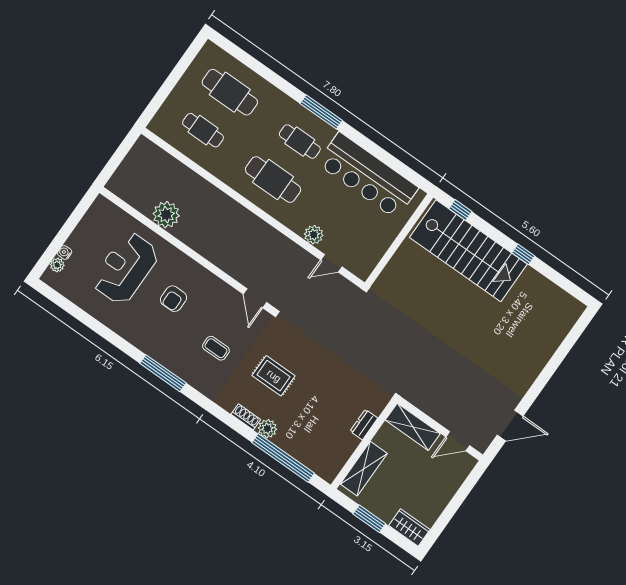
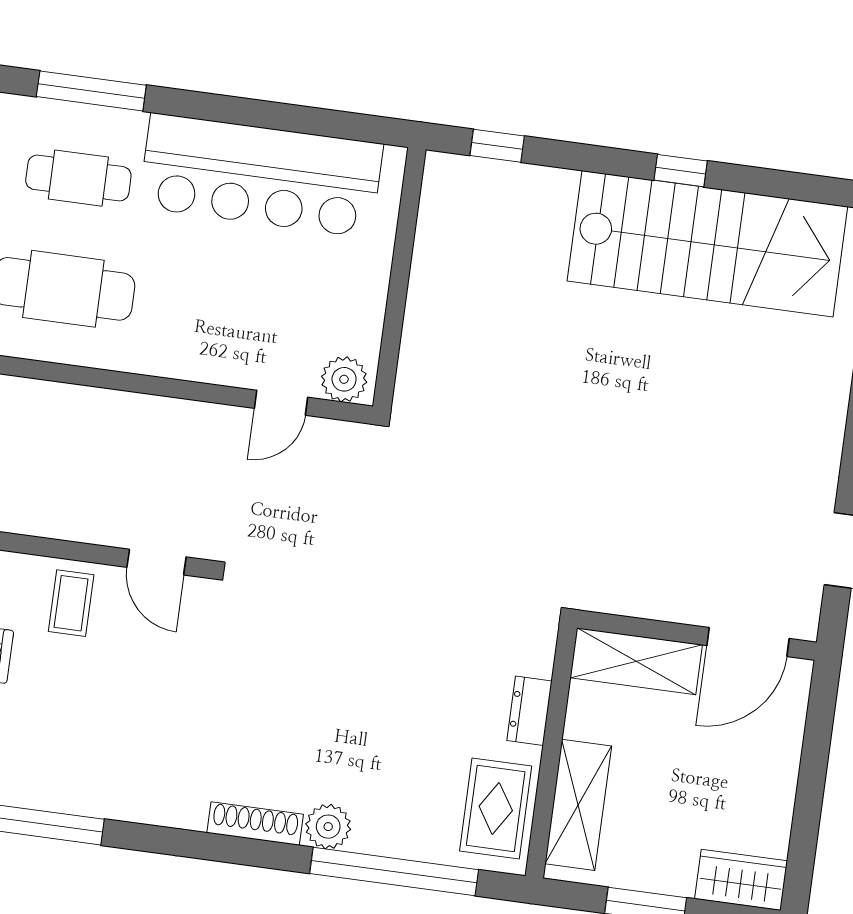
plant: (314, 235) -> (344, 379), moved
stairs: (468, 251) -> (707, 244), moved
coffee table: (216, 348) -> (71, 603), moved, turned 90
rug: (274, 376) -> (496, 808), moved, turned 90
shoe rack: (246, 417) -> (255, 824), width x1.43
door: (458, 441) -> (748, 642), width x1.38

